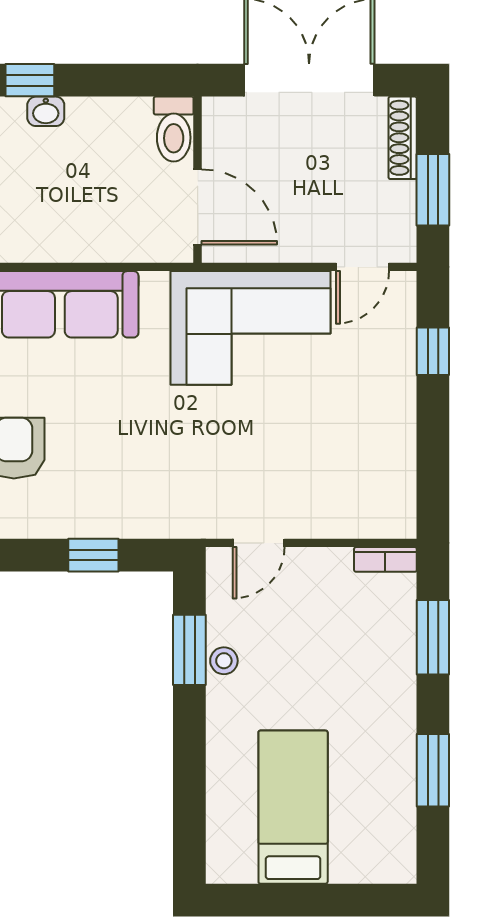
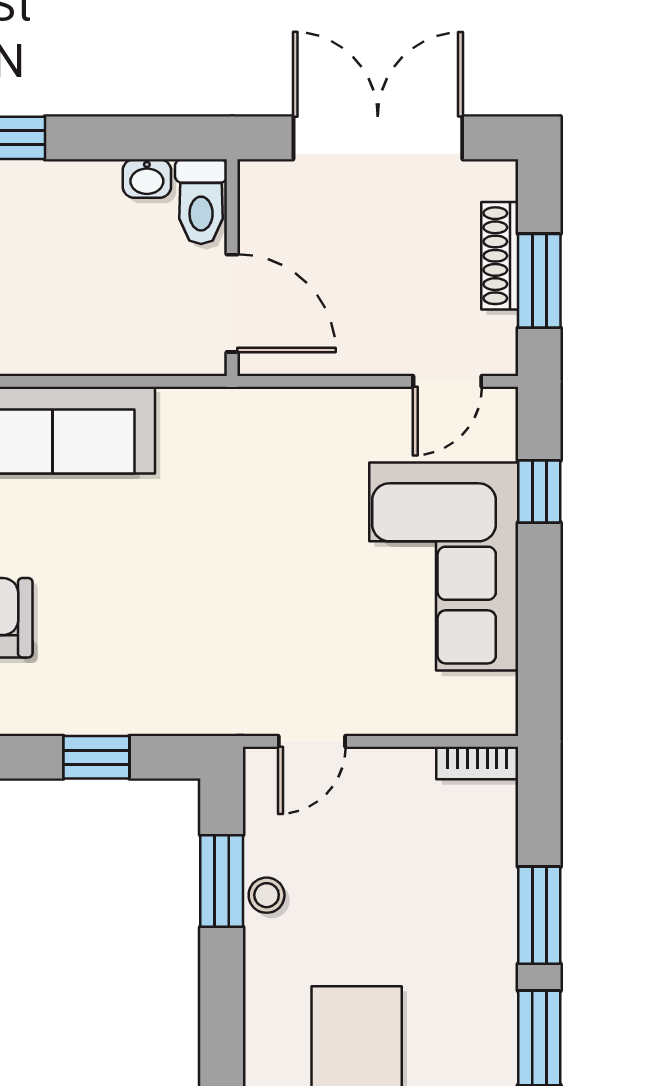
washbasin: (46, 111) -> (147, 179), moved
shoe rack: (403, 138) -> (500, 256), moved
corner sofa: (251, 328) -> (444, 567), moved, turned 90
window: (433, 637) -> (539, 915), moved

